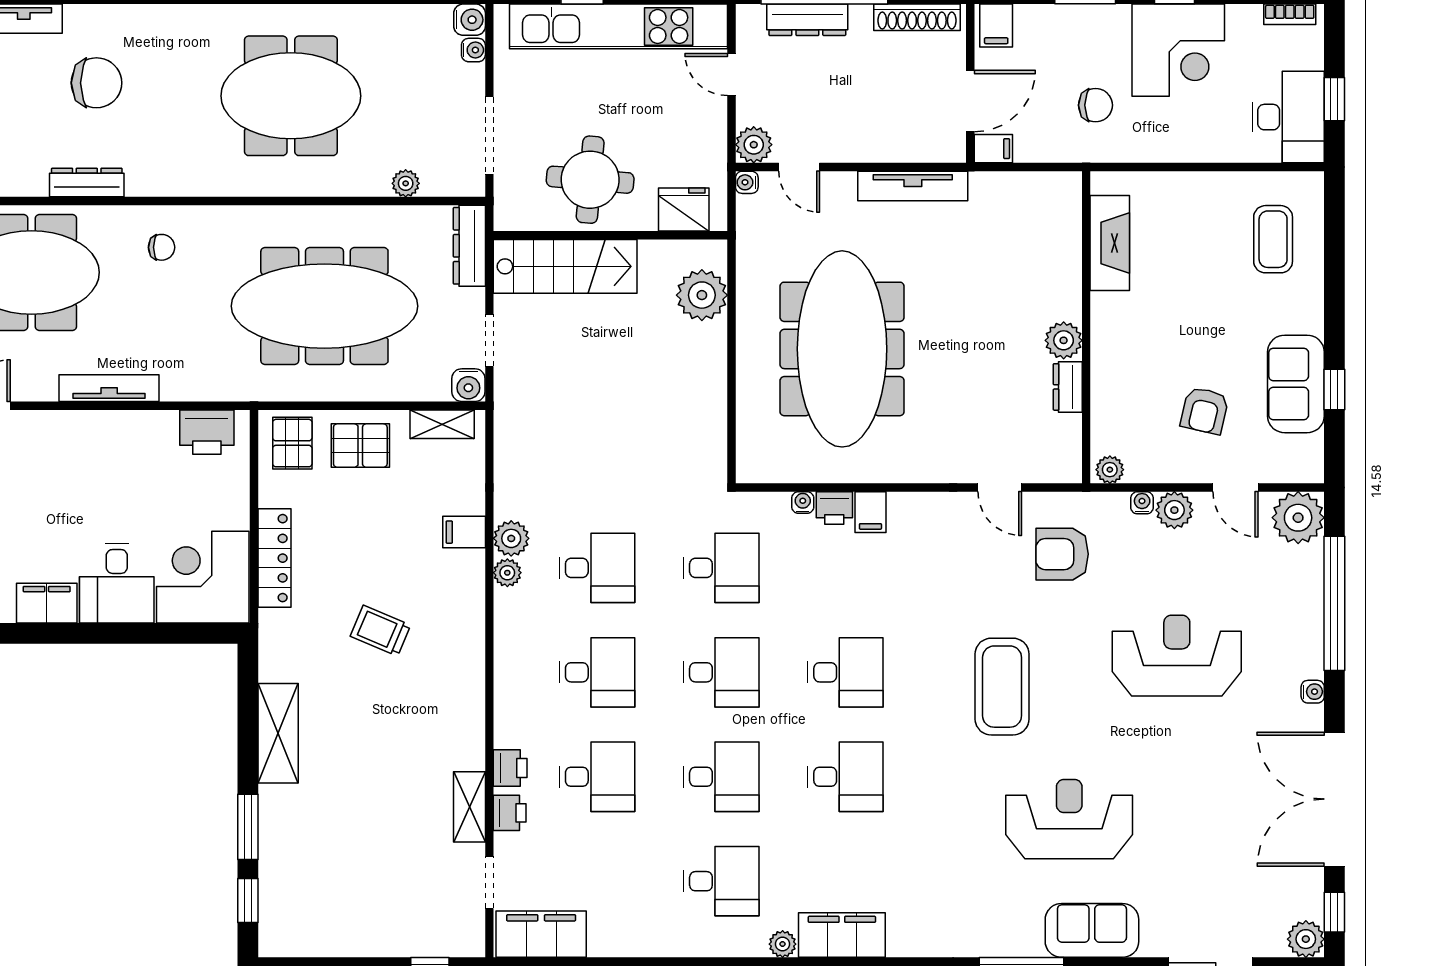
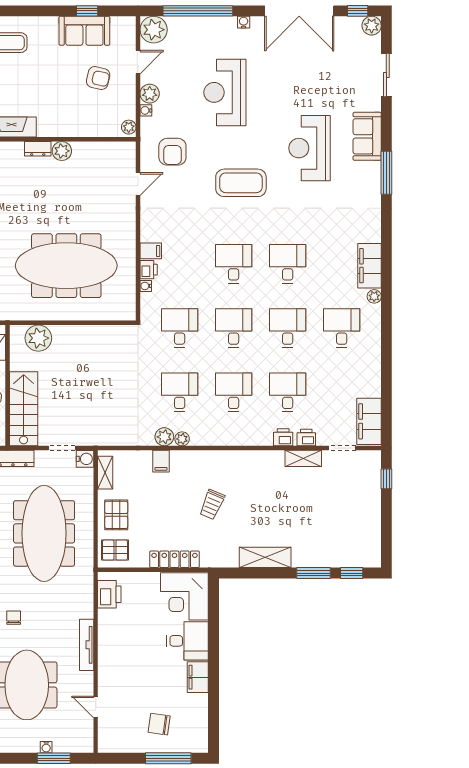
dresser: (1068, 387) -> (38, 149), moved

